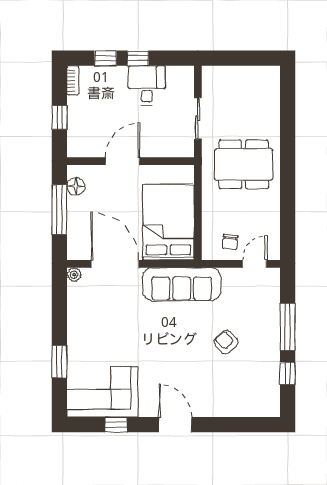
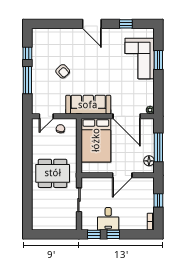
window: (106, 58) -> (94, 234), moved
corner sofa: (102, 392) -> (140, 58), moved, turned 90

